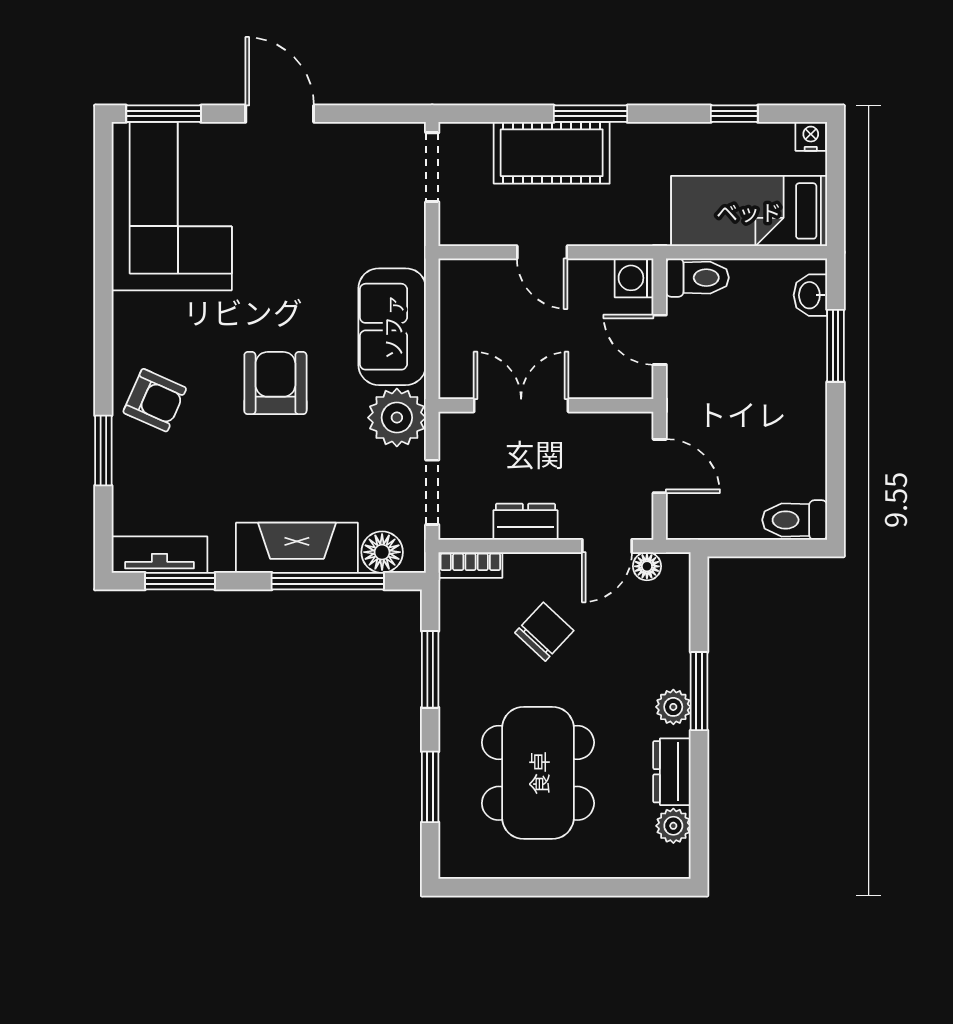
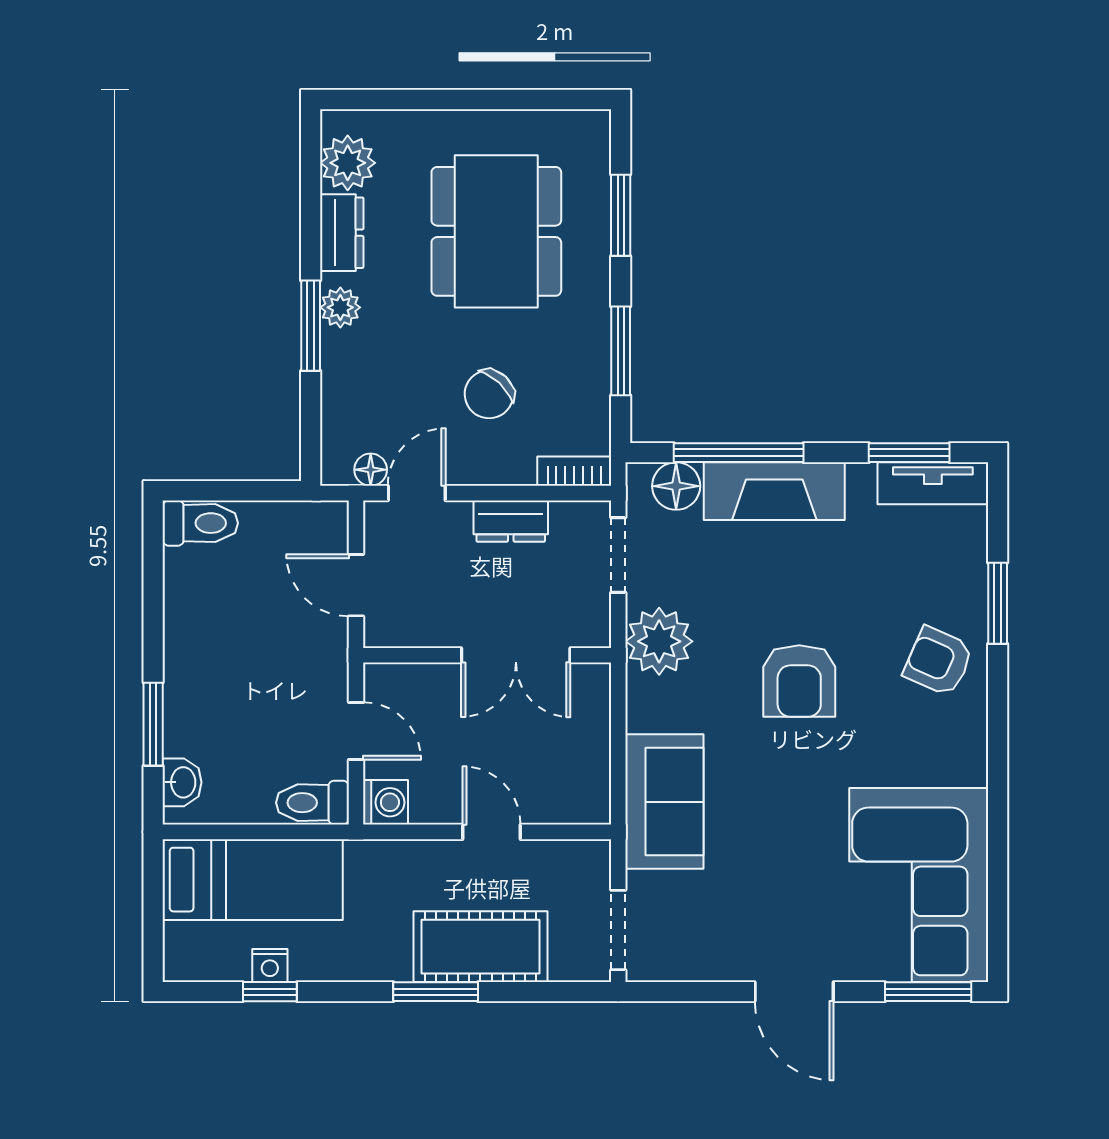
nightstand: (811, 136) -> (270, 966), moved
sofa: (392, 327) -> (664, 802), moved
plant: (673, 826) -> (348, 163), width x1.38, depth x1.38

